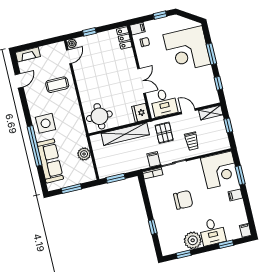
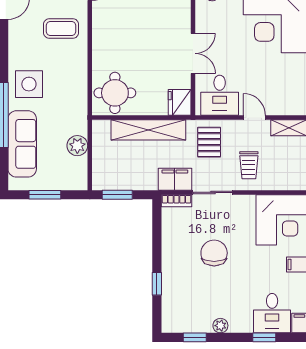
filing cabinet: (154, 159) -> (175, 179), width x2.00
chair: (183, 200) -> (214, 253), turned -90
desk: (212, 232) -> (272, 313), moved
plant: (193, 240) -> (220, 326), width x0.53, depth x0.53

